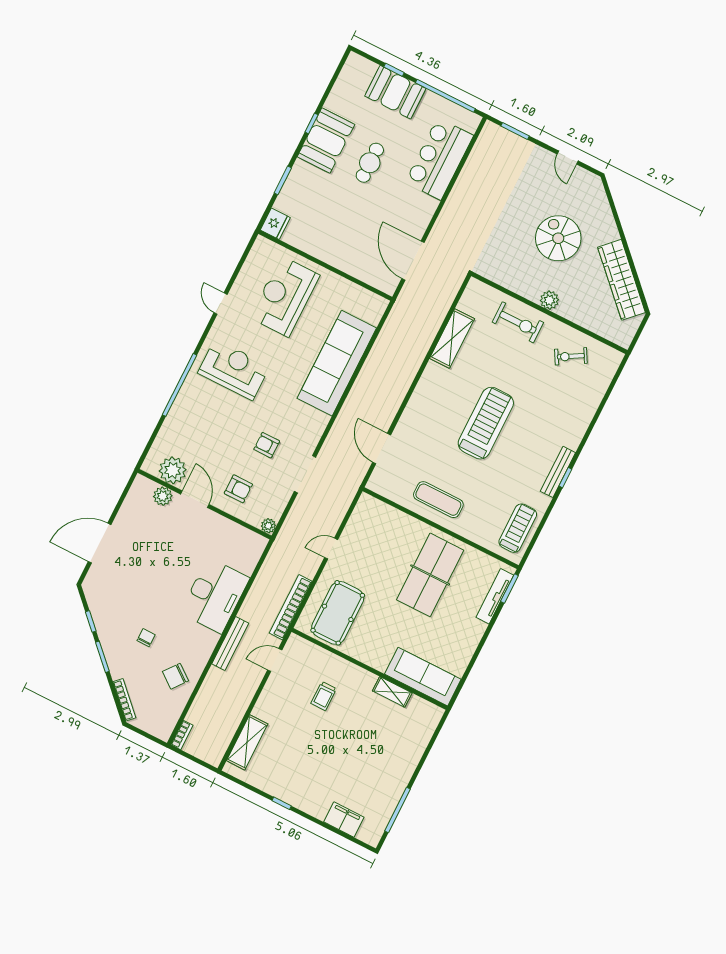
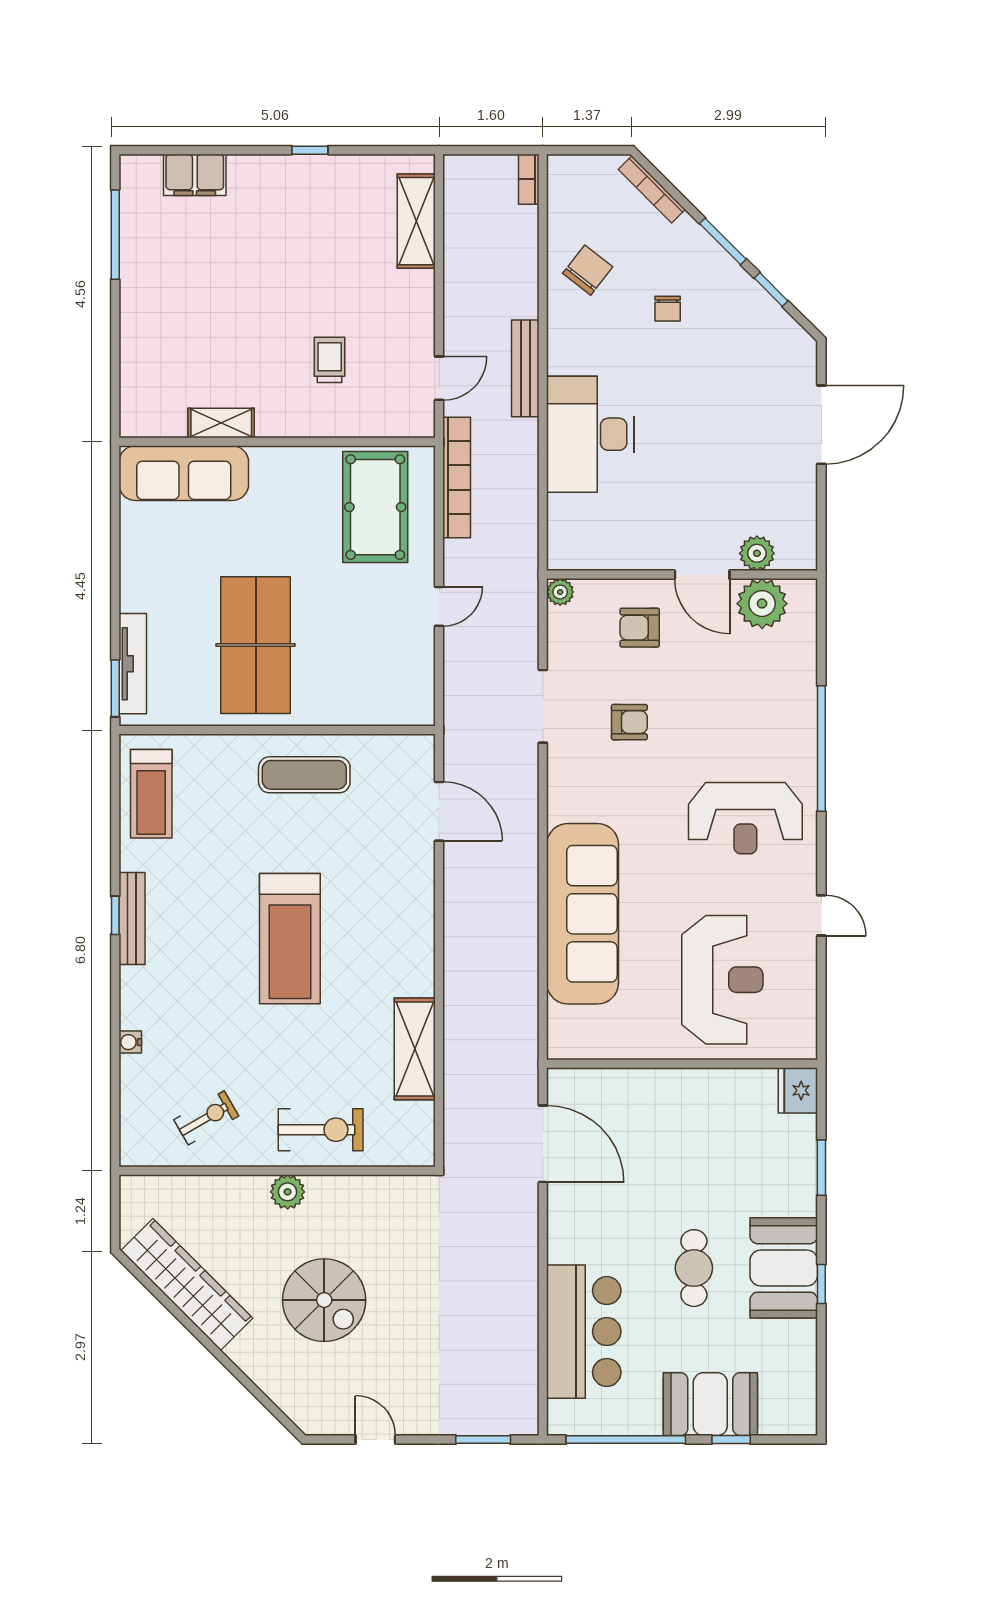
exercise bike: (518, 322) -> (321, 1130), turned 180
water cooler: (589, 412) -> (130, 1042), added

